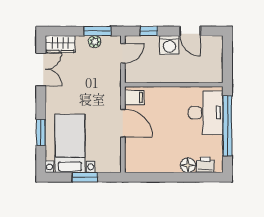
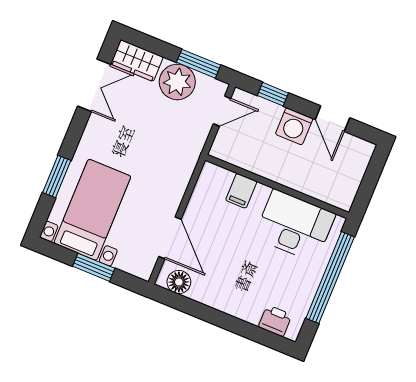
plant: (95, 42) -> (177, 82), width x1.88, depth x1.88
filing cabinet: (134, 97) -> (241, 191), moved, turned 90
desk: (206, 113) -> (295, 226), moved, turned -90
door: (123, 123) -> (170, 238), moved
floor lamp: (188, 165) -> (179, 282), moved

